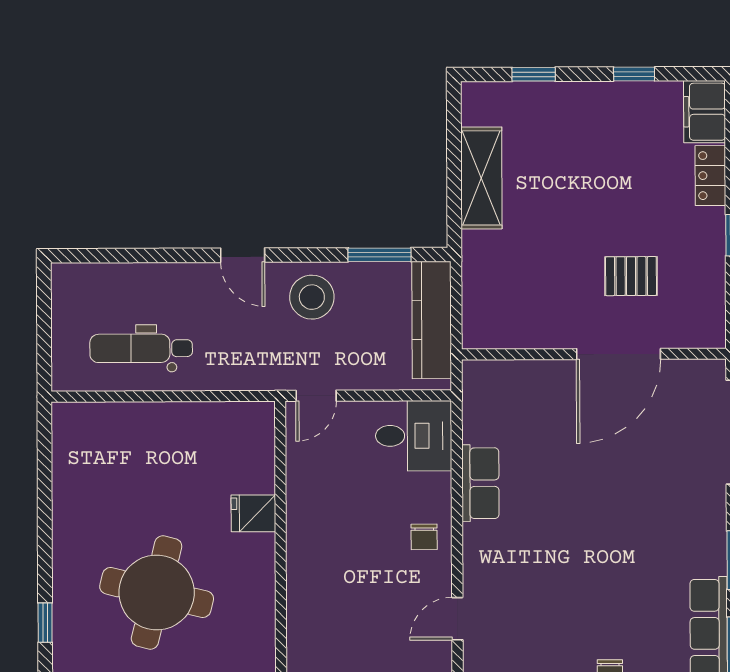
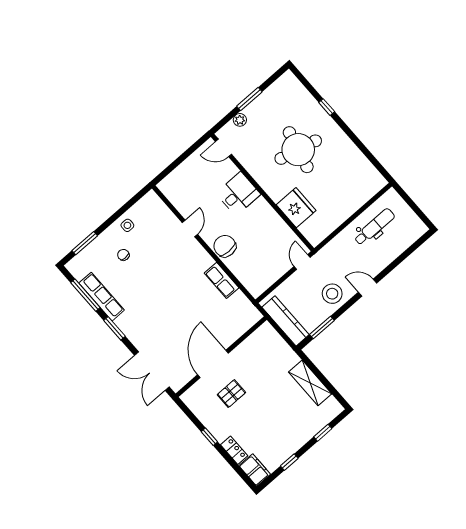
desk: (414, 436) -> (238, 194), moved, turned 180
fridge: (253, 513) -> (296, 208), width x1.88, depth x1.34
chair: (424, 537) -> (225, 246), width x1.87, depth x1.87

